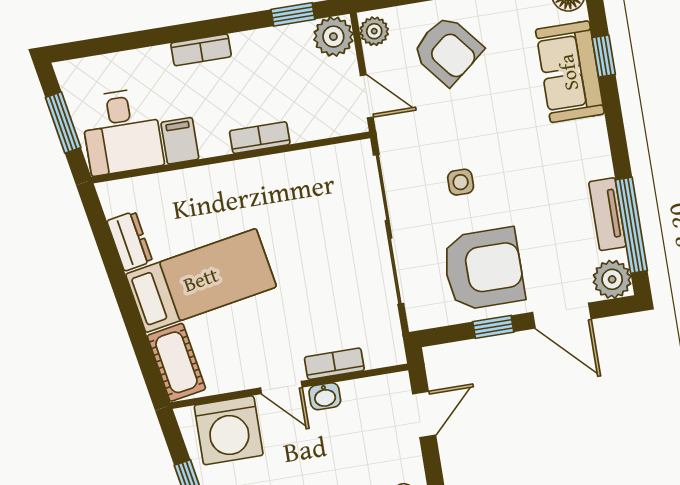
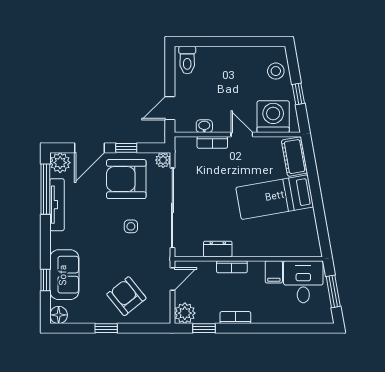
plant: (374, 31) -> (163, 160), moved
bookcase: (201, 50) -> (235, 318), moved
door: (367, 96) -> (172, 279), swing flipped
tv unit: (607, 214) -> (57, 205), width x1.41
dresser: (130, 241) -> (218, 249), moved, turned 100
door: (562, 316) -> (89, 148), swing flipped
washbasin: (325, 396) -> (204, 126), moved

